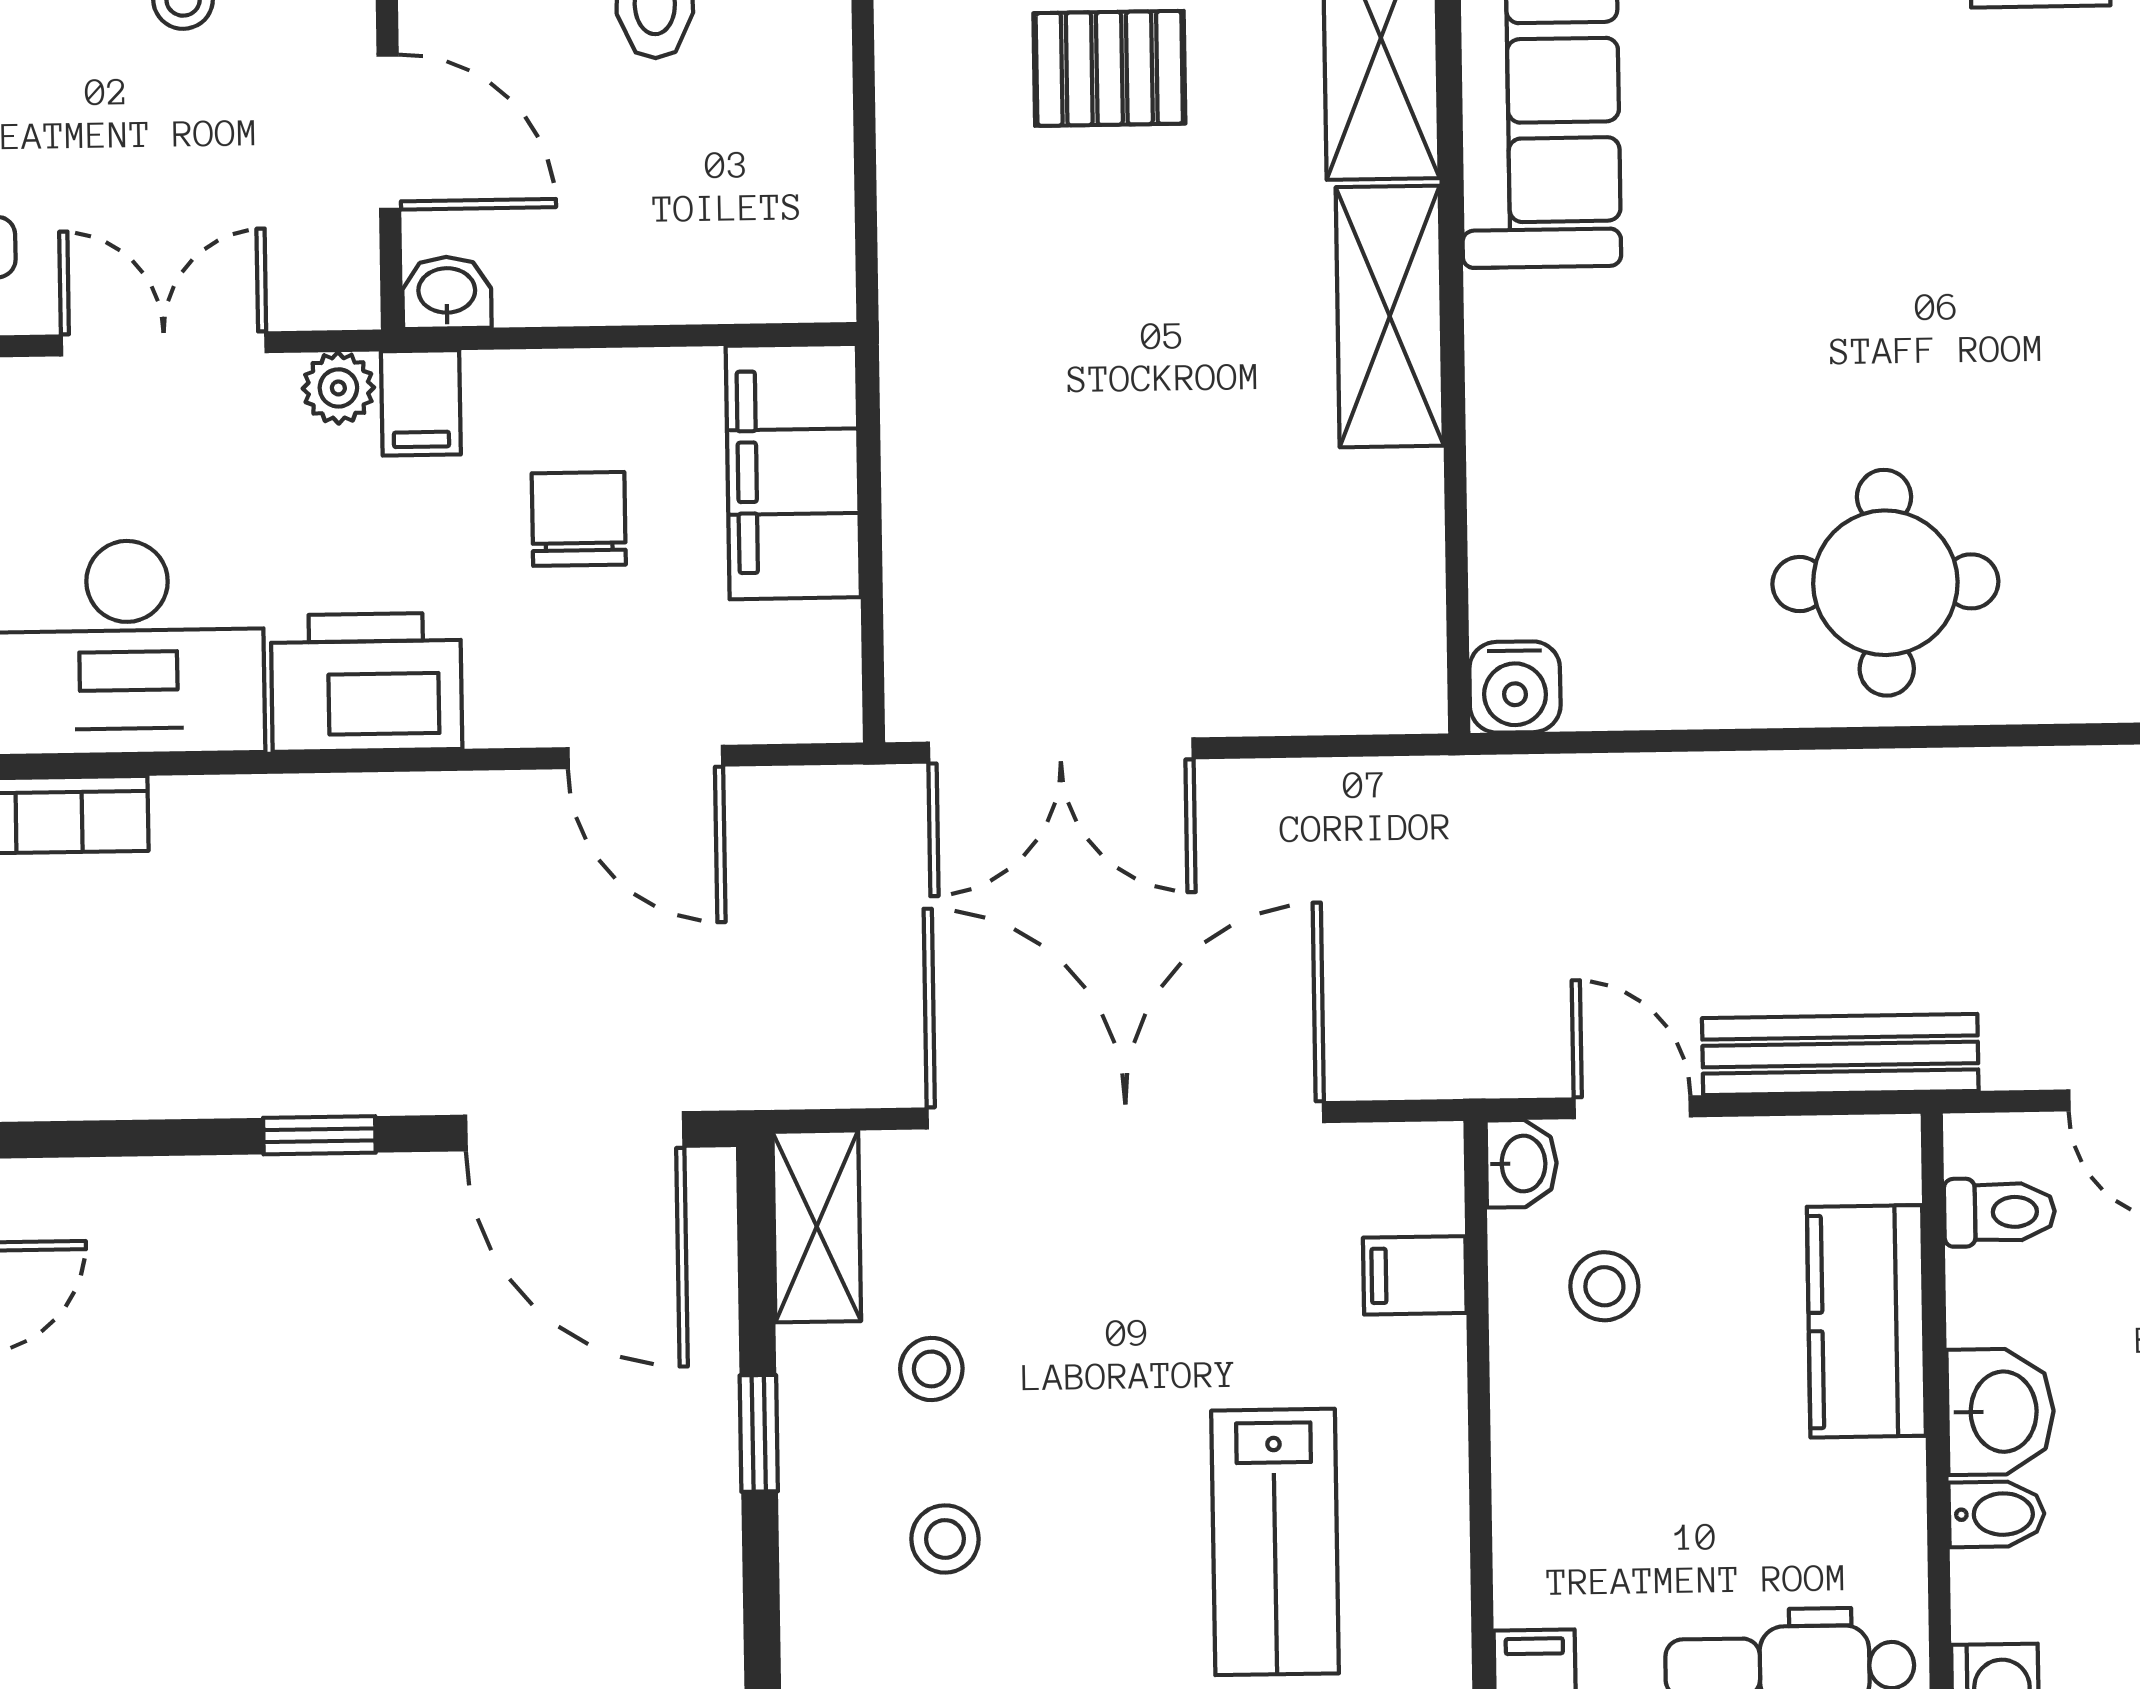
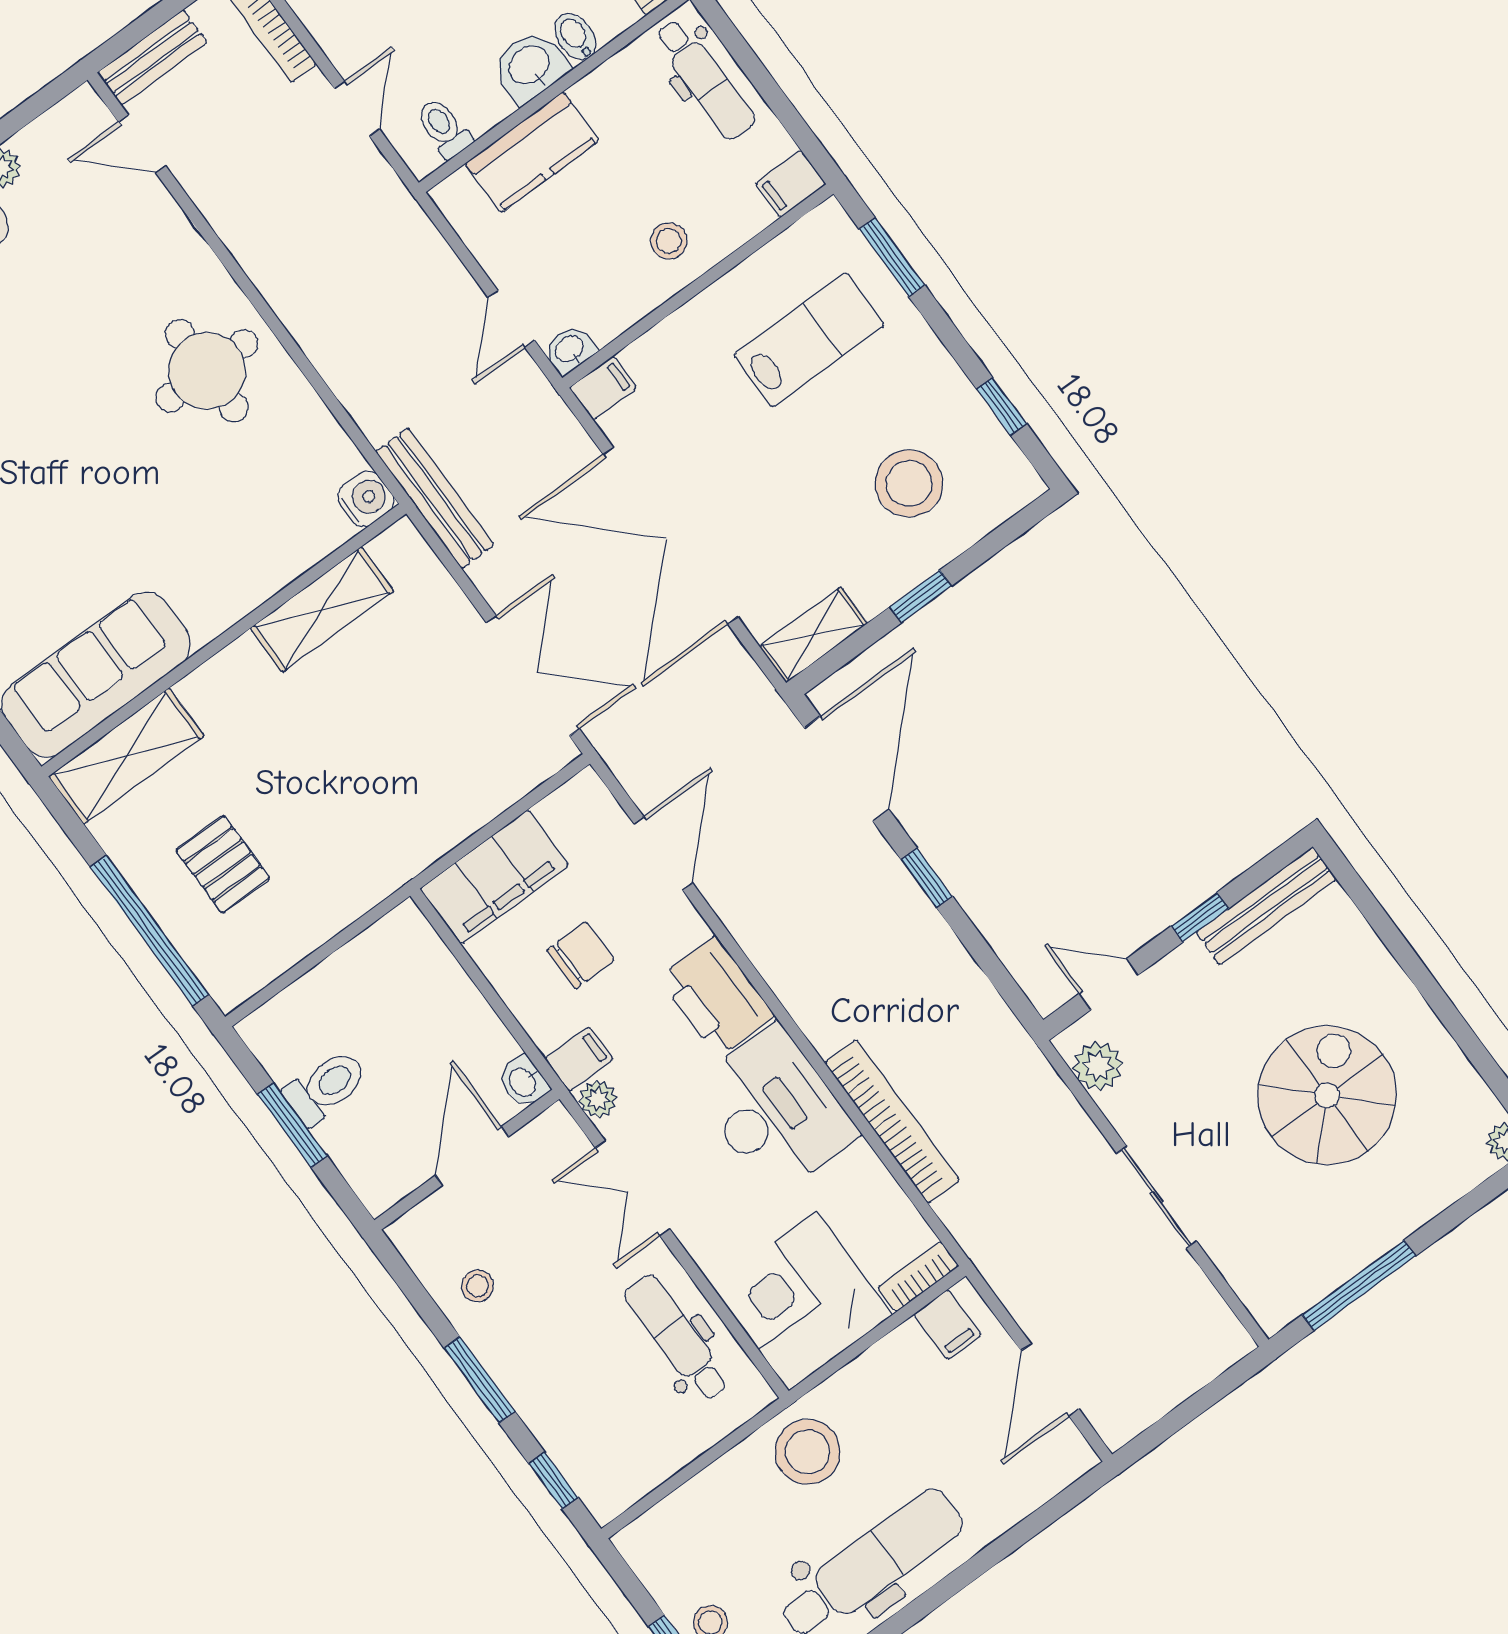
shelving: (1390, 316) -> (322, 610), moved
chair: (579, 519) -> (581, 955), turned 180
bench: (1840, 1055) -> (435, 498), moved
filing cabinet: (1415, 1275) -> (603, 388), moved, turned -90
stool: (1604, 1286) -> (669, 241), moved
stool: (931, 1369) -> (840, 542), removed
stool: (945, 1539) -> (909, 483), width x1.89, depth x1.89

